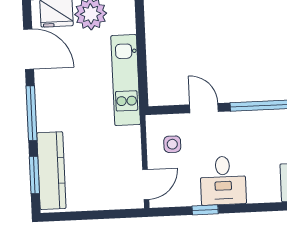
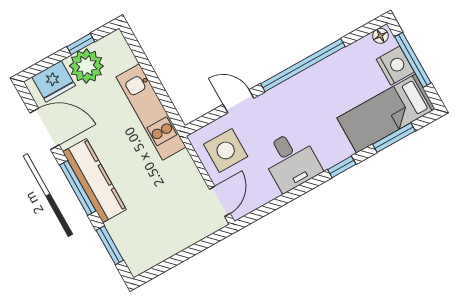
side table: (172, 144) -> (226, 150), width x1.87, depth x1.87
kitchen counter: (51, 171) -> (94, 181), moved
window: (205, 210) -> (342, 167), moved

